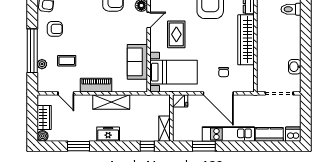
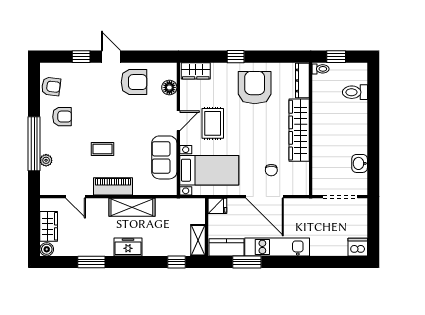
door: (149, 20) -> (178, 121), moved
coffee table: (67, 61) -> (102, 149), moved
kitchen counter: (269, 134) -> (226, 247), moved

